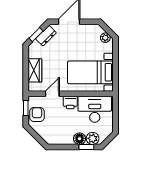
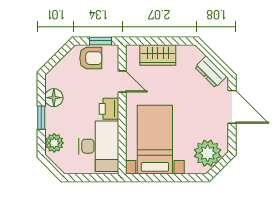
window: (36, 35) -> (212, 57), removed
plant: (105, 38) -> (208, 153), width x1.87, depth x1.87
floor lamp: (80, 139) -> (54, 98), moved
window: (86, 147) -> (41, 118), moved

